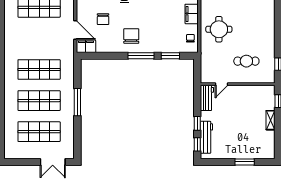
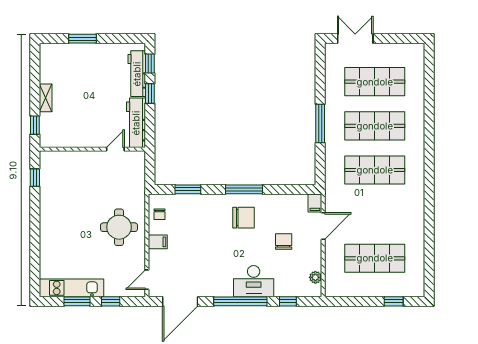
filing cabinet: (192, 14) -> (158, 242), width x0.50
door: (75, 30) -> (323, 226), swing flipped
chair: (131, 36) -> (244, 218), turned -90
filing cabinet: (86, 46) -> (315, 203), width x0.50
window: (141, 56) -> (244, 189), moved
cafe table: (246, 61) -> (80, 182), removed
workbench: (207, 98) -> (136, 123), width x1.37

